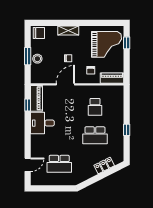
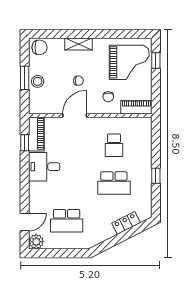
plant: (36, 180) -> (36, 242), added

